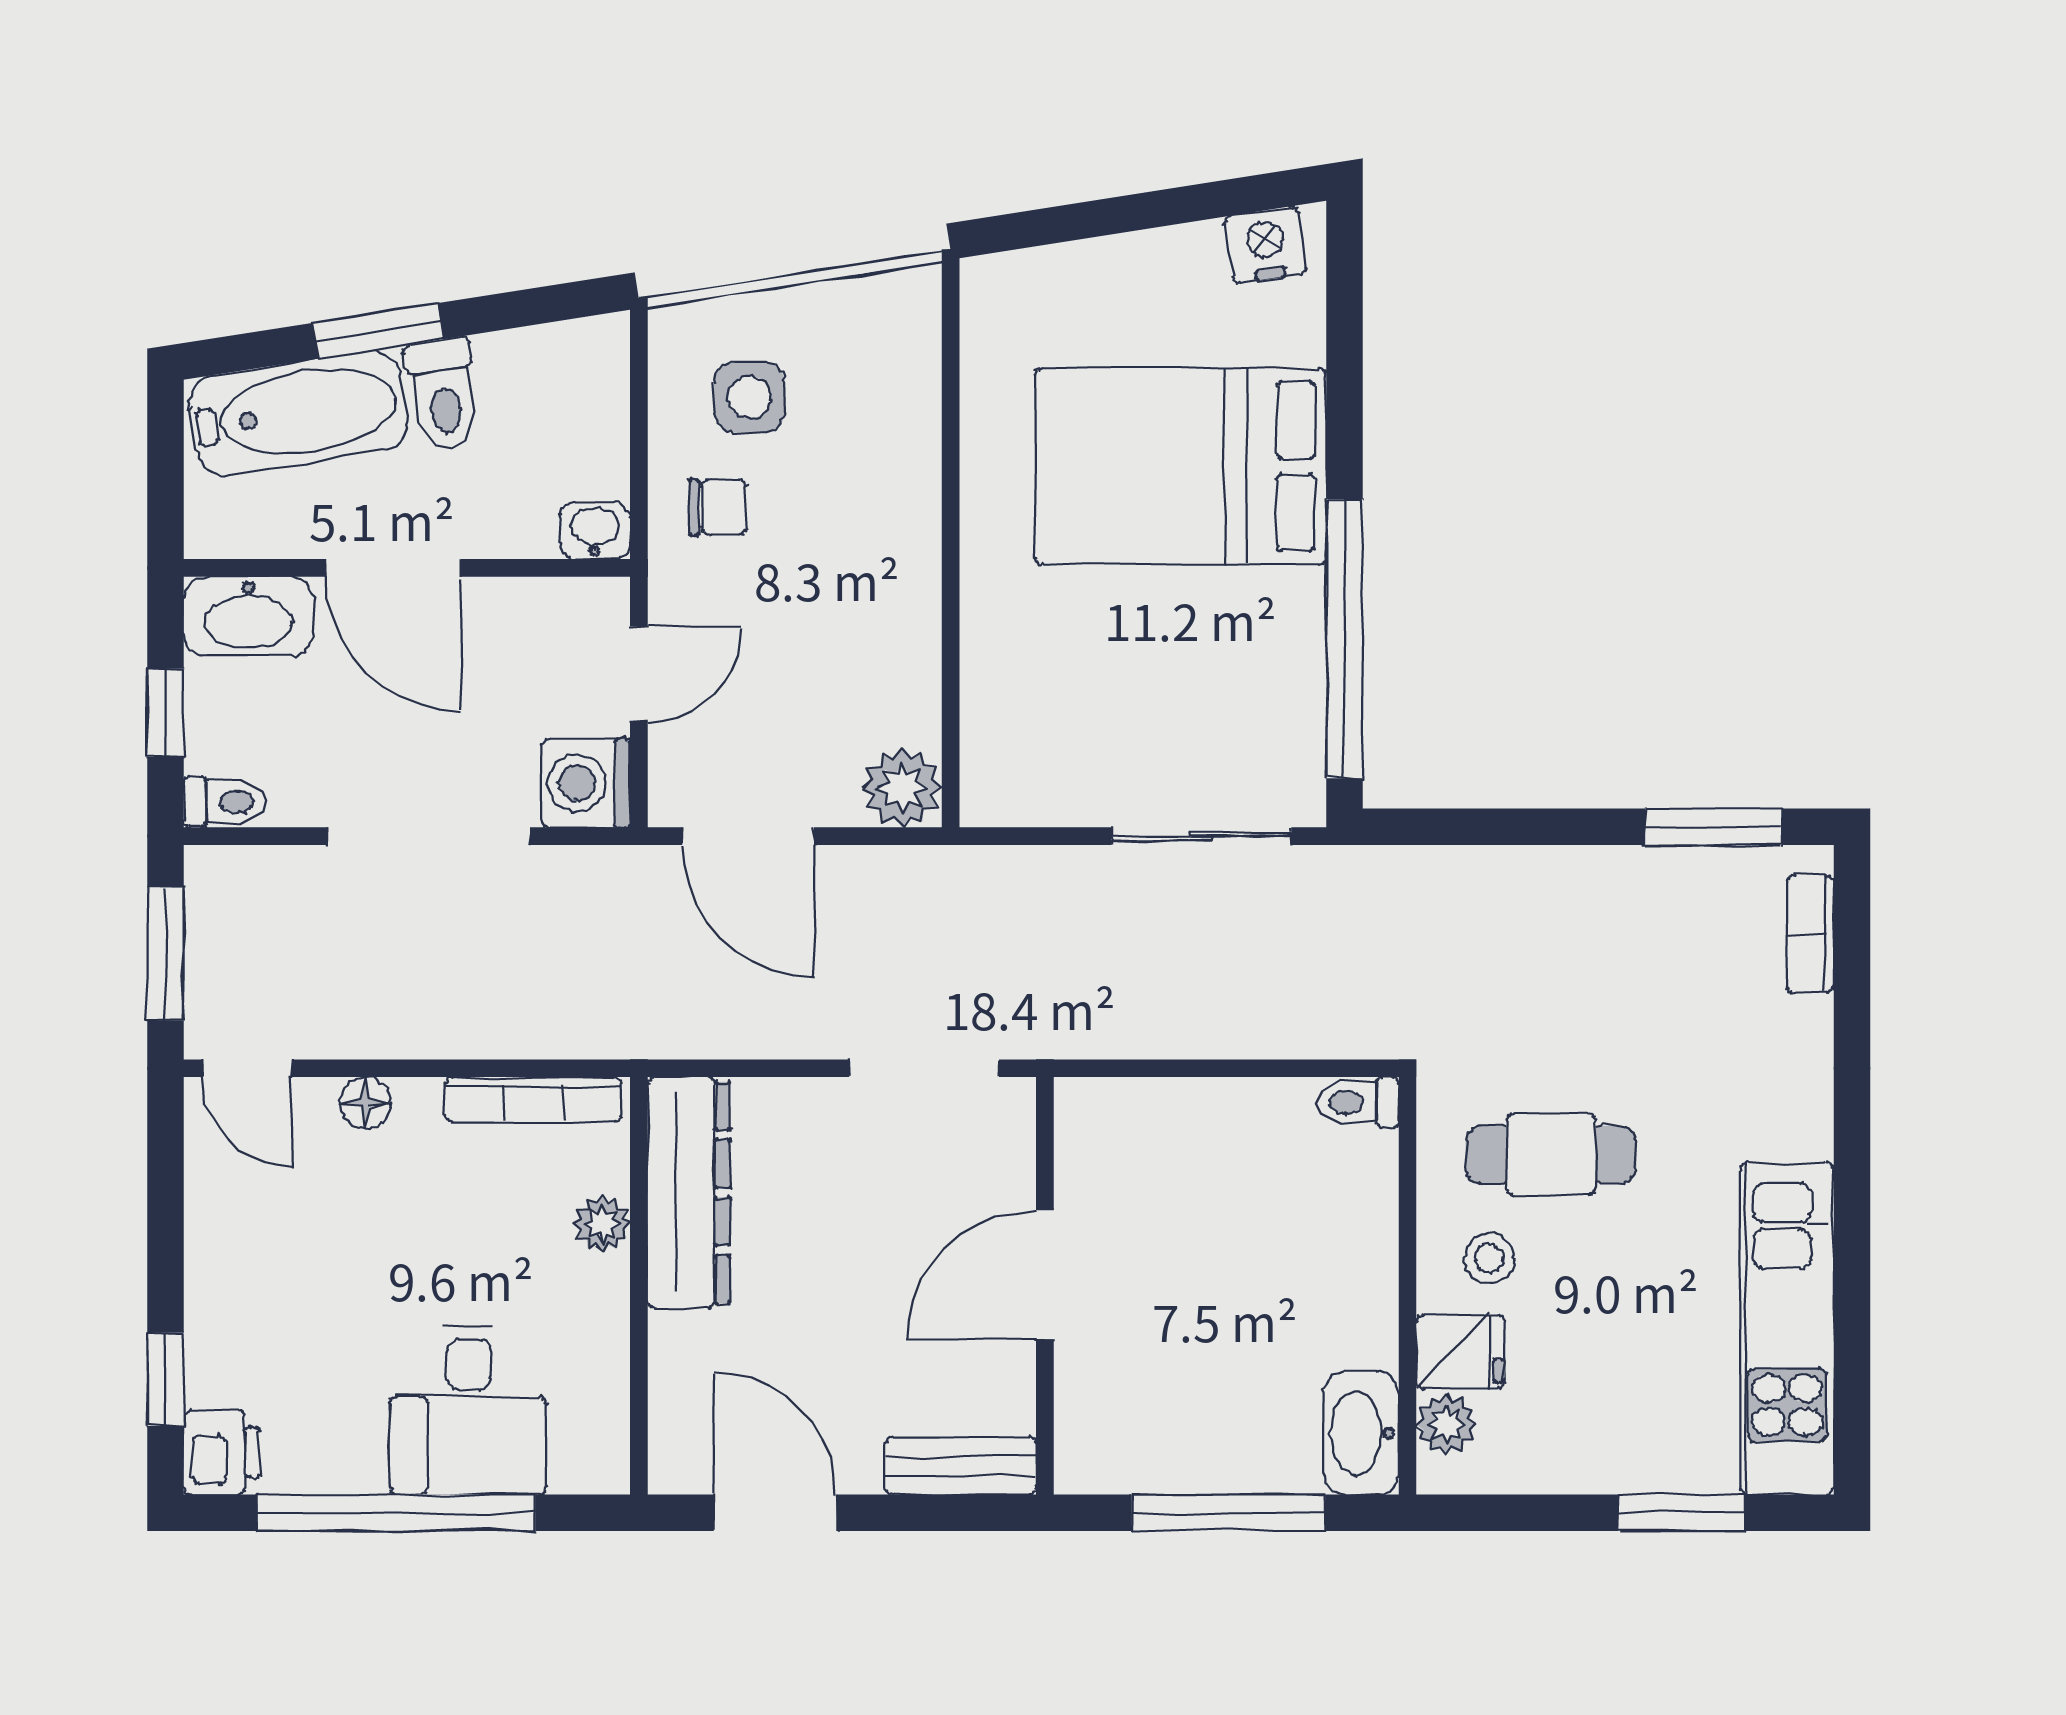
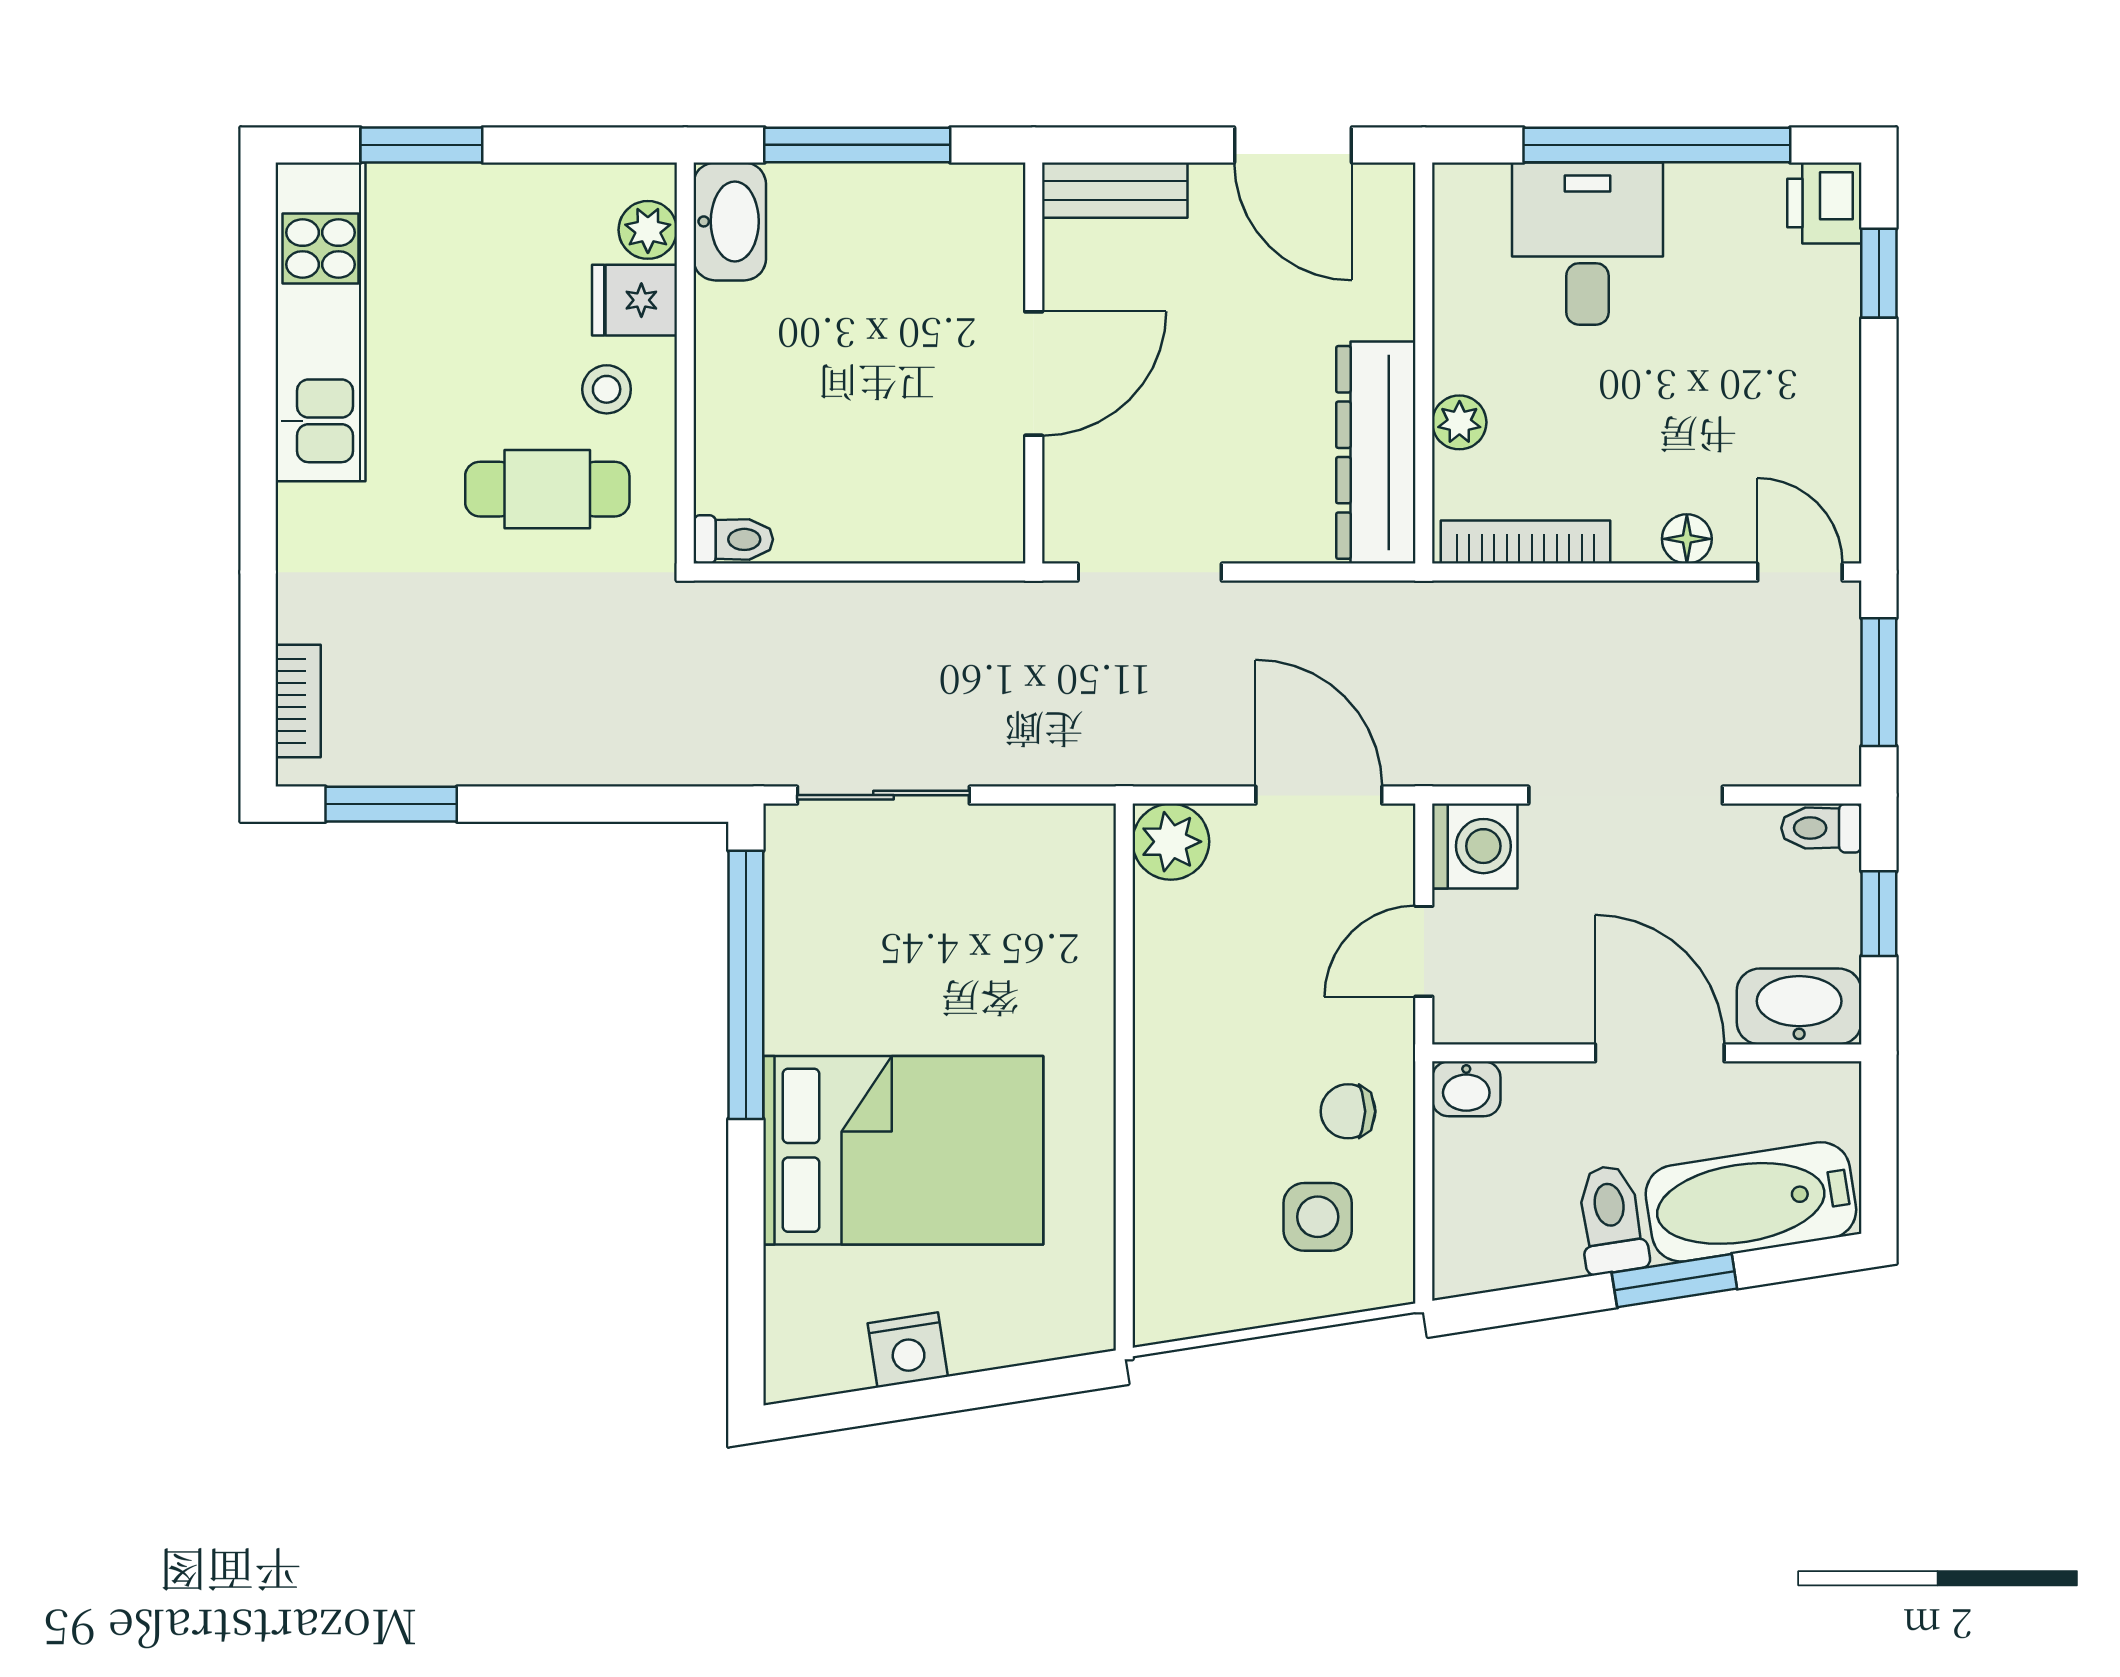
nightstand: (1266, 245) -> (908, 1350), moved

